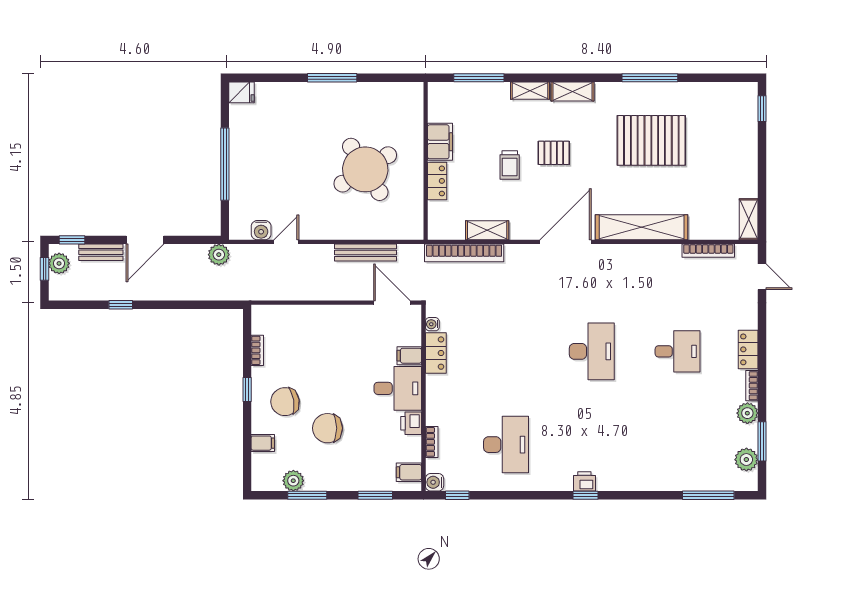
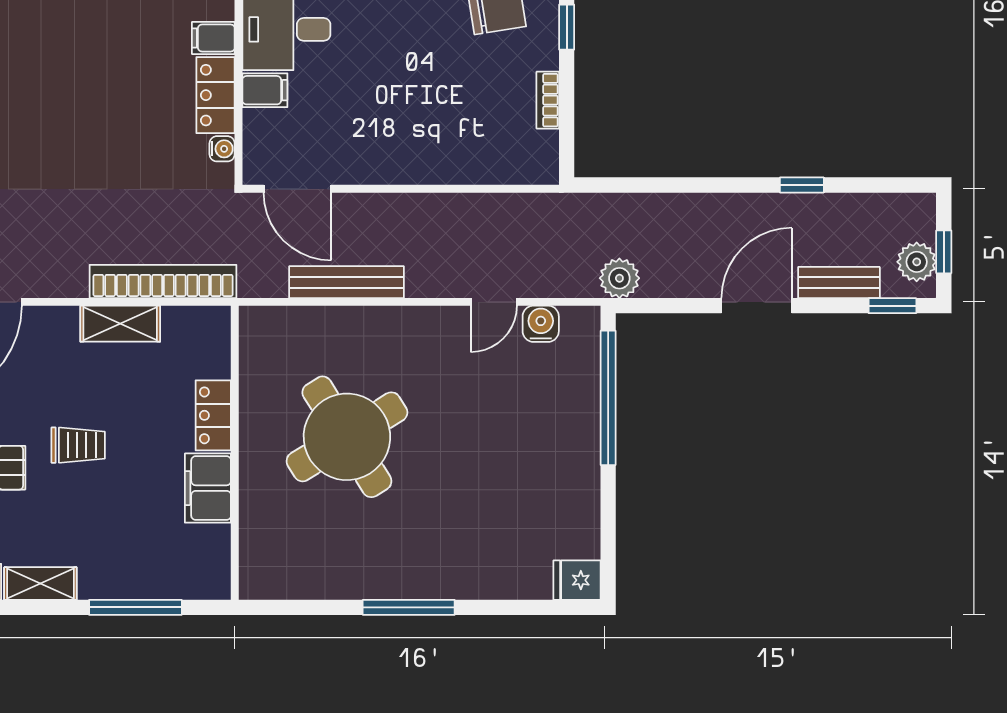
window: (225, 164) -> (608, 398), moved
trolley: (510, 165) -> (78, 445), turned 90
filing cabinet: (437, 384) -> (213, 38), added

